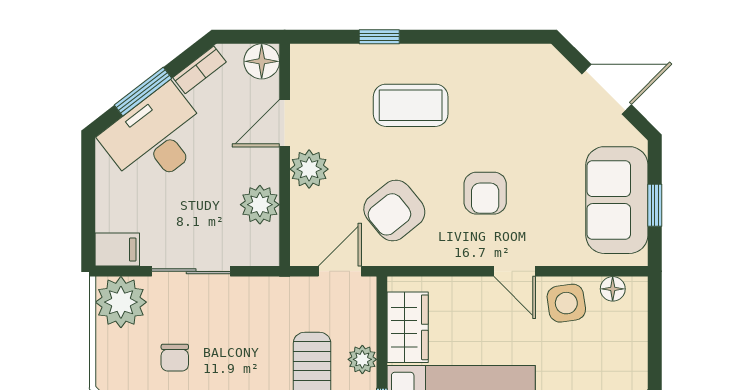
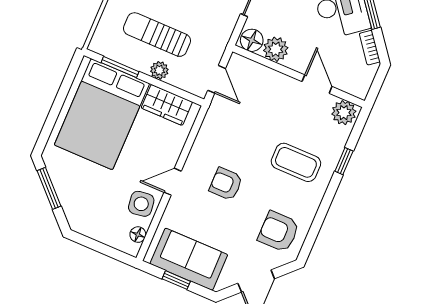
floor lamp: (262, 61) -> (252, 40), moved
coffee table: (411, 105) -> (296, 162), turned 90
plant: (309, 169) -> (344, 113), moved
armchair: (394, 210) -> (279, 232), moved, turned -51

